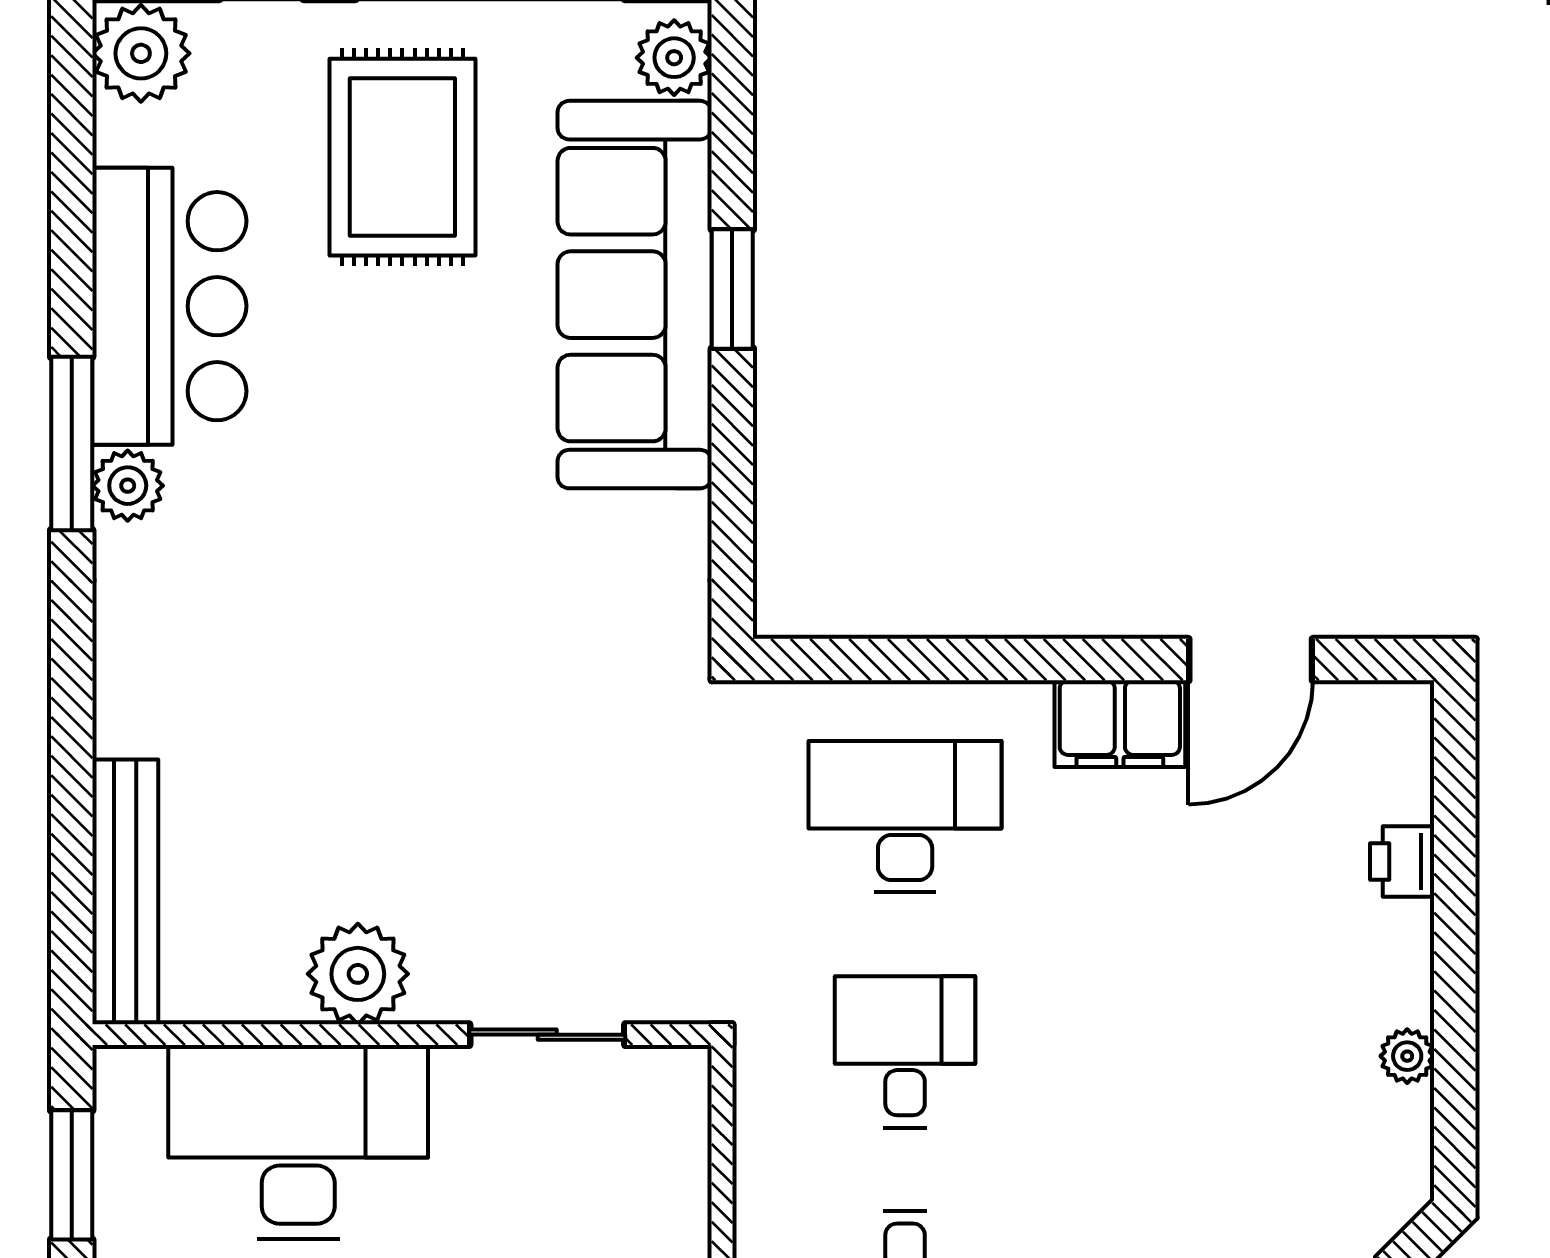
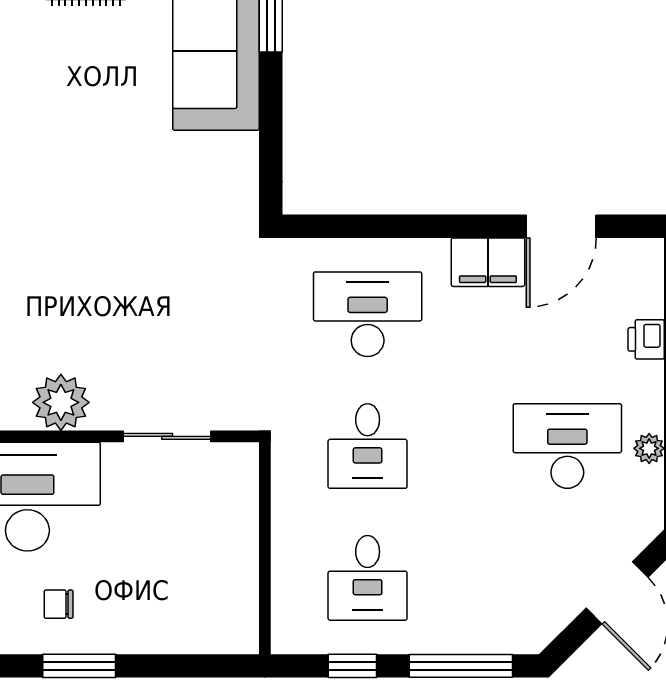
desk: (905, 1052) -> (368, 446), turned 180
desk: (1261, 1052) -> (567, 446), added

